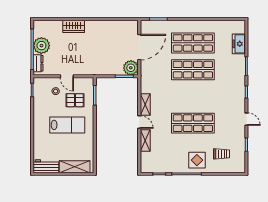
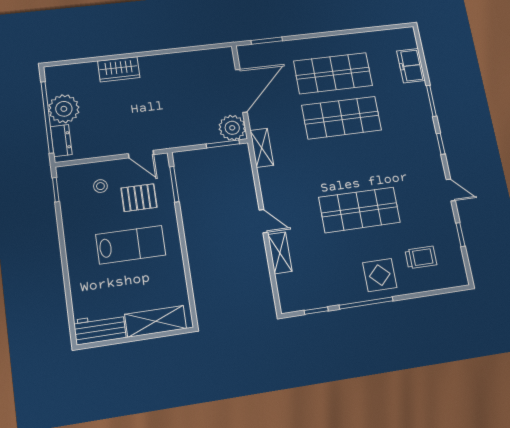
door: (67, 76) -> (141, 154), moved
shelving: (145, 104) -> (262, 148), moved

